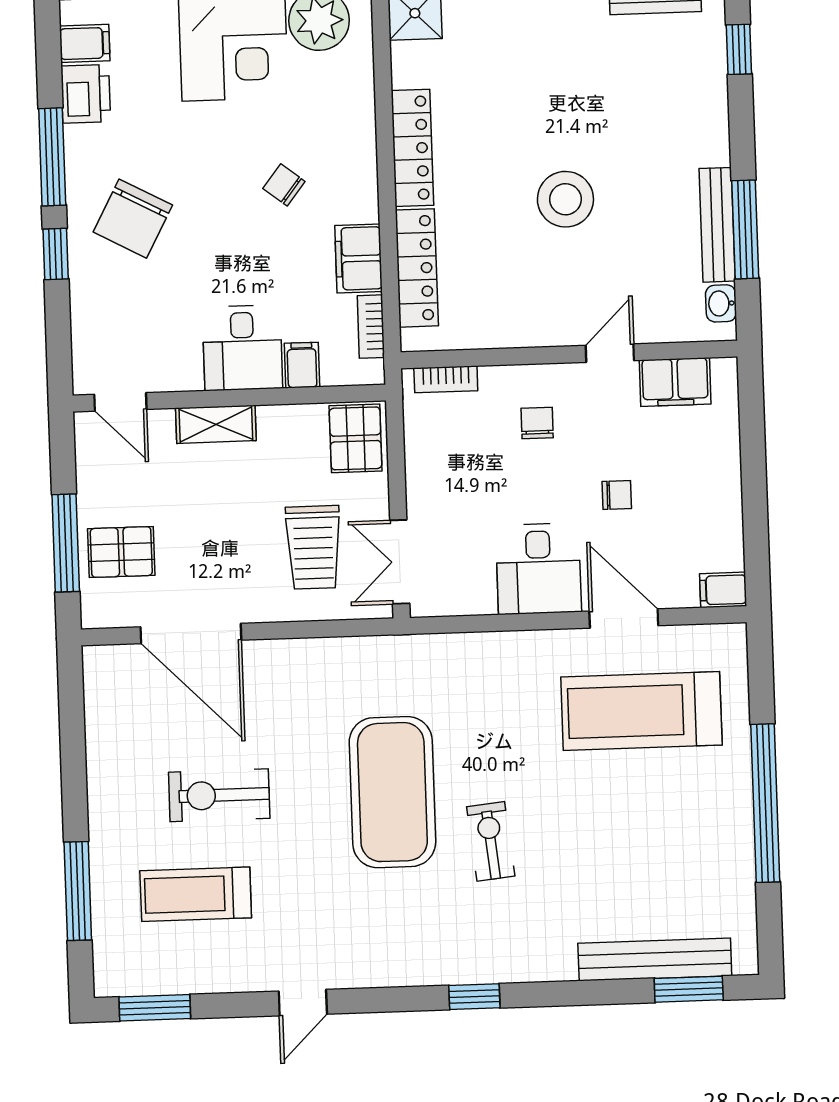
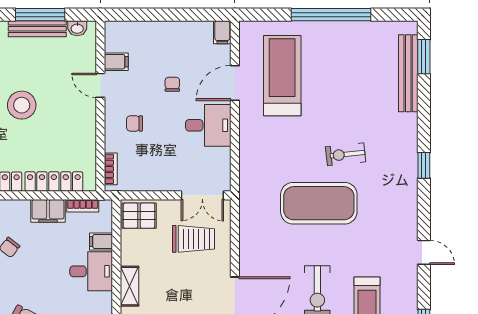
filing cabinet: (675, 382) -> (116, 62), width x0.50
treadmill: (641, 711) -> (282, 76), turned 180

